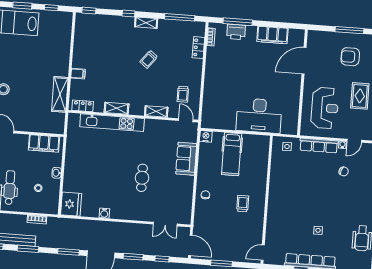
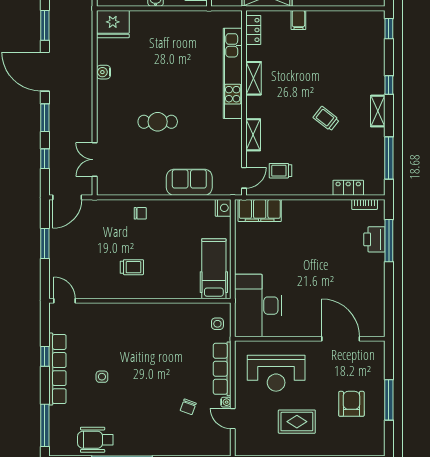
filing cabinet: (272, 35) -> (260, 210), moved, turned -90
desk: (259, 116) -> (258, 306), moved
hospital bed: (232, 154) -> (214, 269), moved, turned 90

